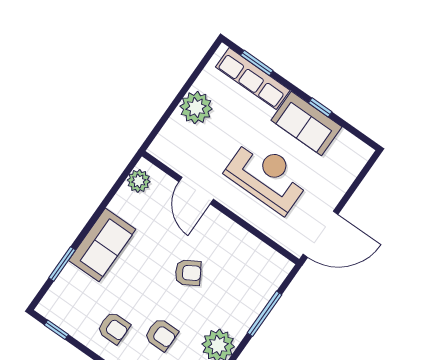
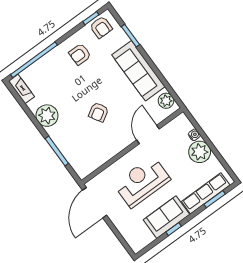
water cooler: (174, 124) -> (194, 135), added
reception desk: (267, 176) -> (142, 182), turned 180
door: (196, 191) -> (148, 134), hinge flipped
sofa: (102, 245) -> (138, 71), width x1.36
armchair: (161, 335) -> (101, 27), moved, turned -90

